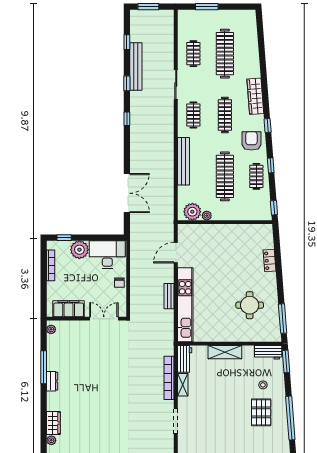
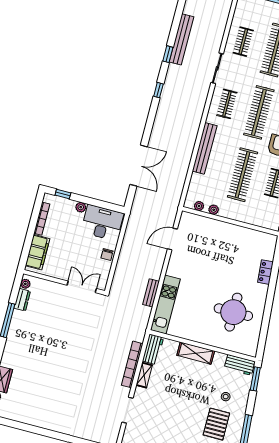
window: (127, 42) -> (179, 12), removed
clothes rail: (225, 115) -> (259, 112), width x1.37, depth x1.31
plant: (192, 212) -> (199, 206), width x0.53, depth x0.53
plant: (79, 250) -> (81, 207), width x0.53, depth x0.53
bench: (169, 296) -> (151, 293), moved
kitchen unit: (185, 305) -> (165, 305), width x0.73
round table: (250, 305) -> (233, 312), width x1.36, depth x1.36
filing cabinet: (69, 309) -> (37, 252), moved, turned 90
window: (283, 319) -> (263, 335), removed
dresser: (52, 381) -> (22, 300), moved

